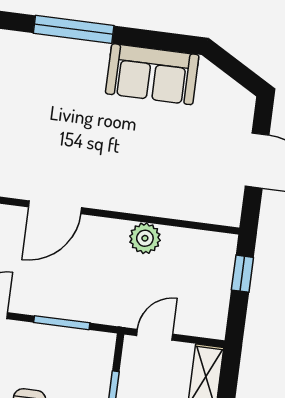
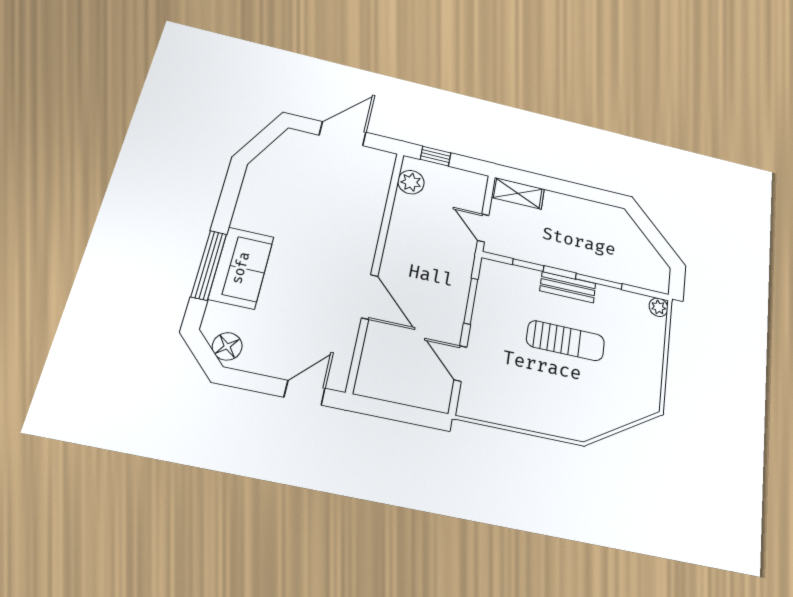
sofa: (152, 74) -> (241, 268), moved
plant: (145, 238) -> (411, 182), moved

